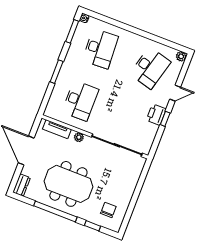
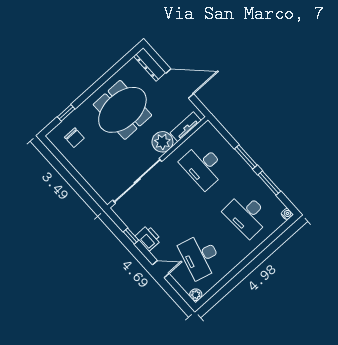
window: (72, 31) -> (269, 183), moved
door: (175, 93) -> (161, 269), swing flipped
window: (165, 119) -> (131, 236), moved
plant: (79, 137) -> (162, 142), width x1.87, depth x1.87
dresser: (22, 185) -> (150, 64), width x1.44
window: (55, 211) -> (101, 82), removed

